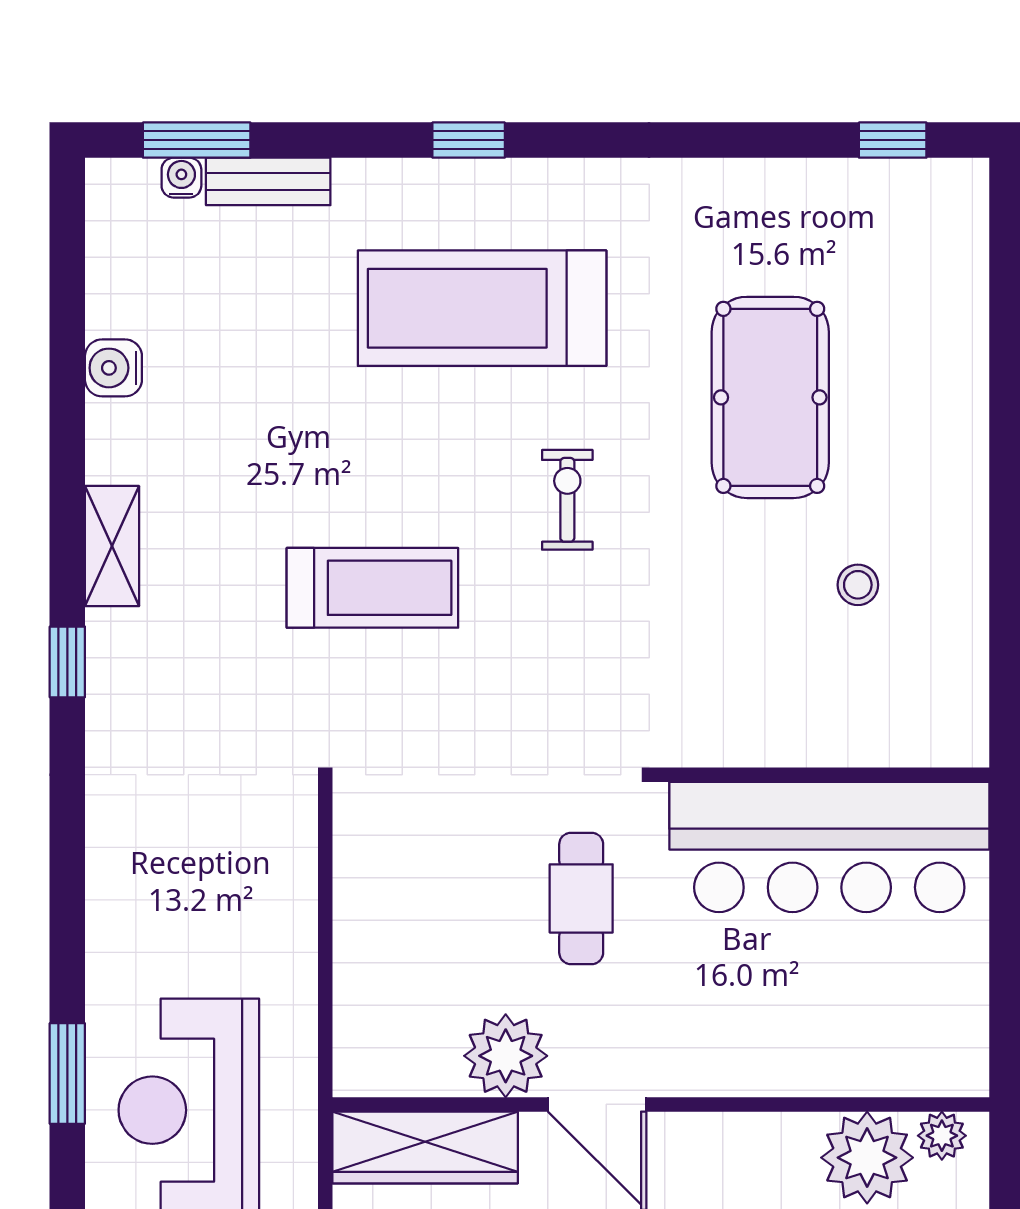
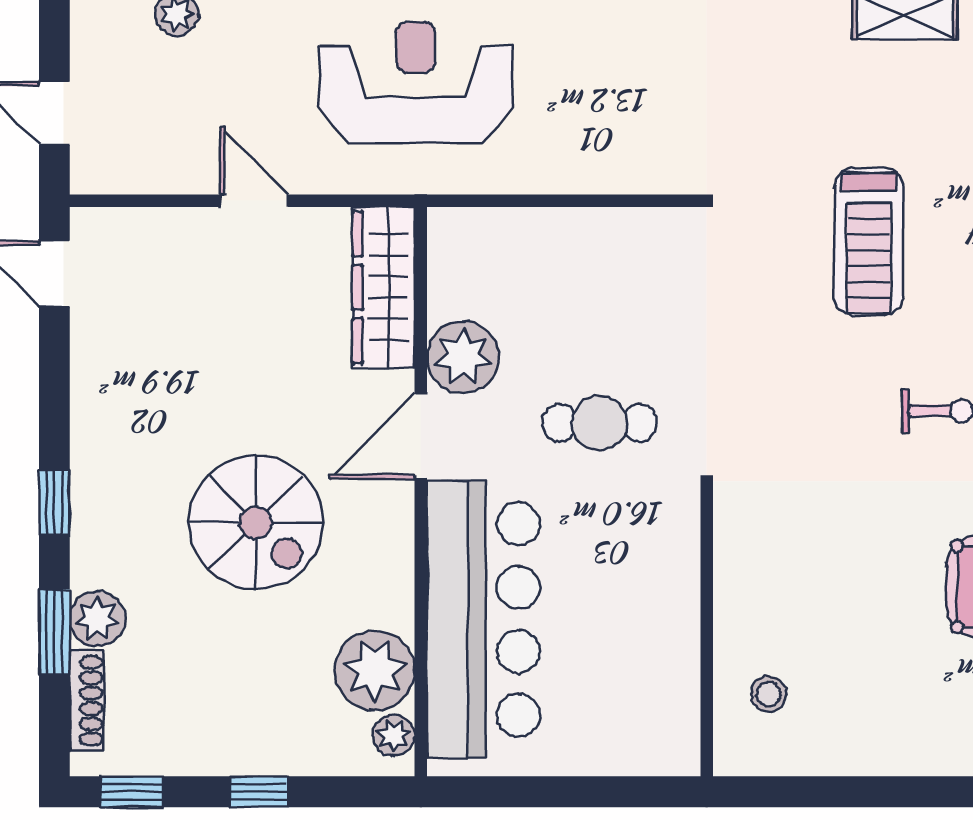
stool: (858, 585) -> (769, 694), moved
bar counter: (829, 847) -> (483, 620), moved, turned 180

